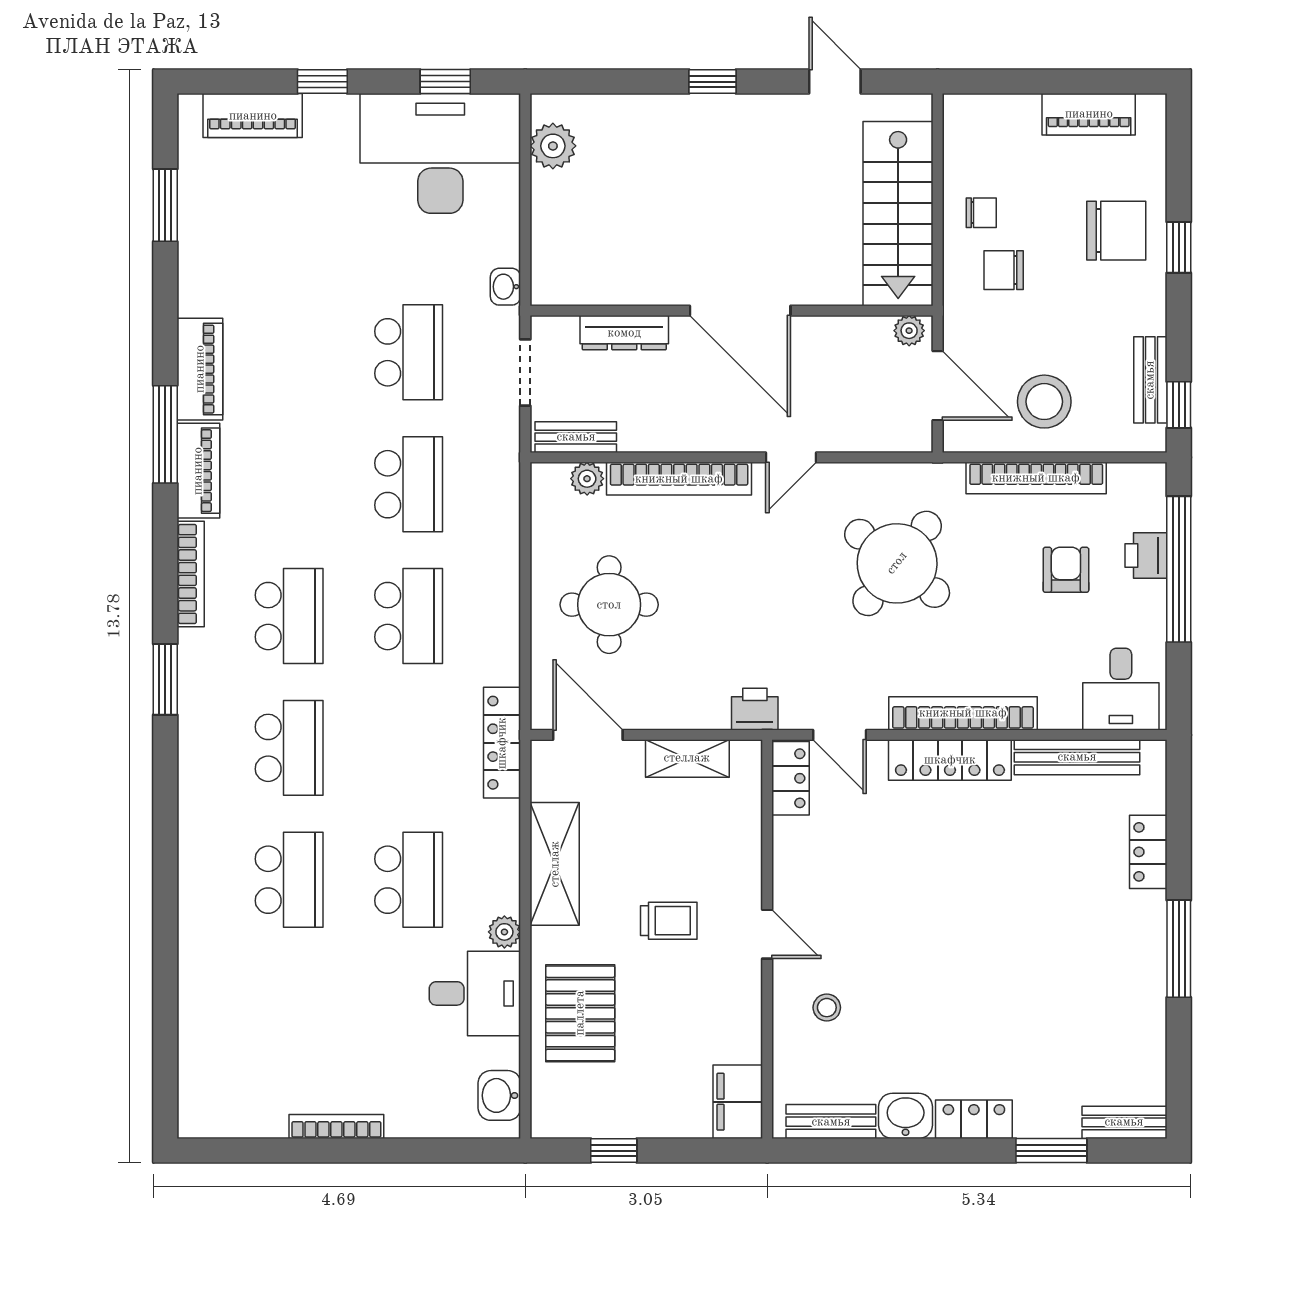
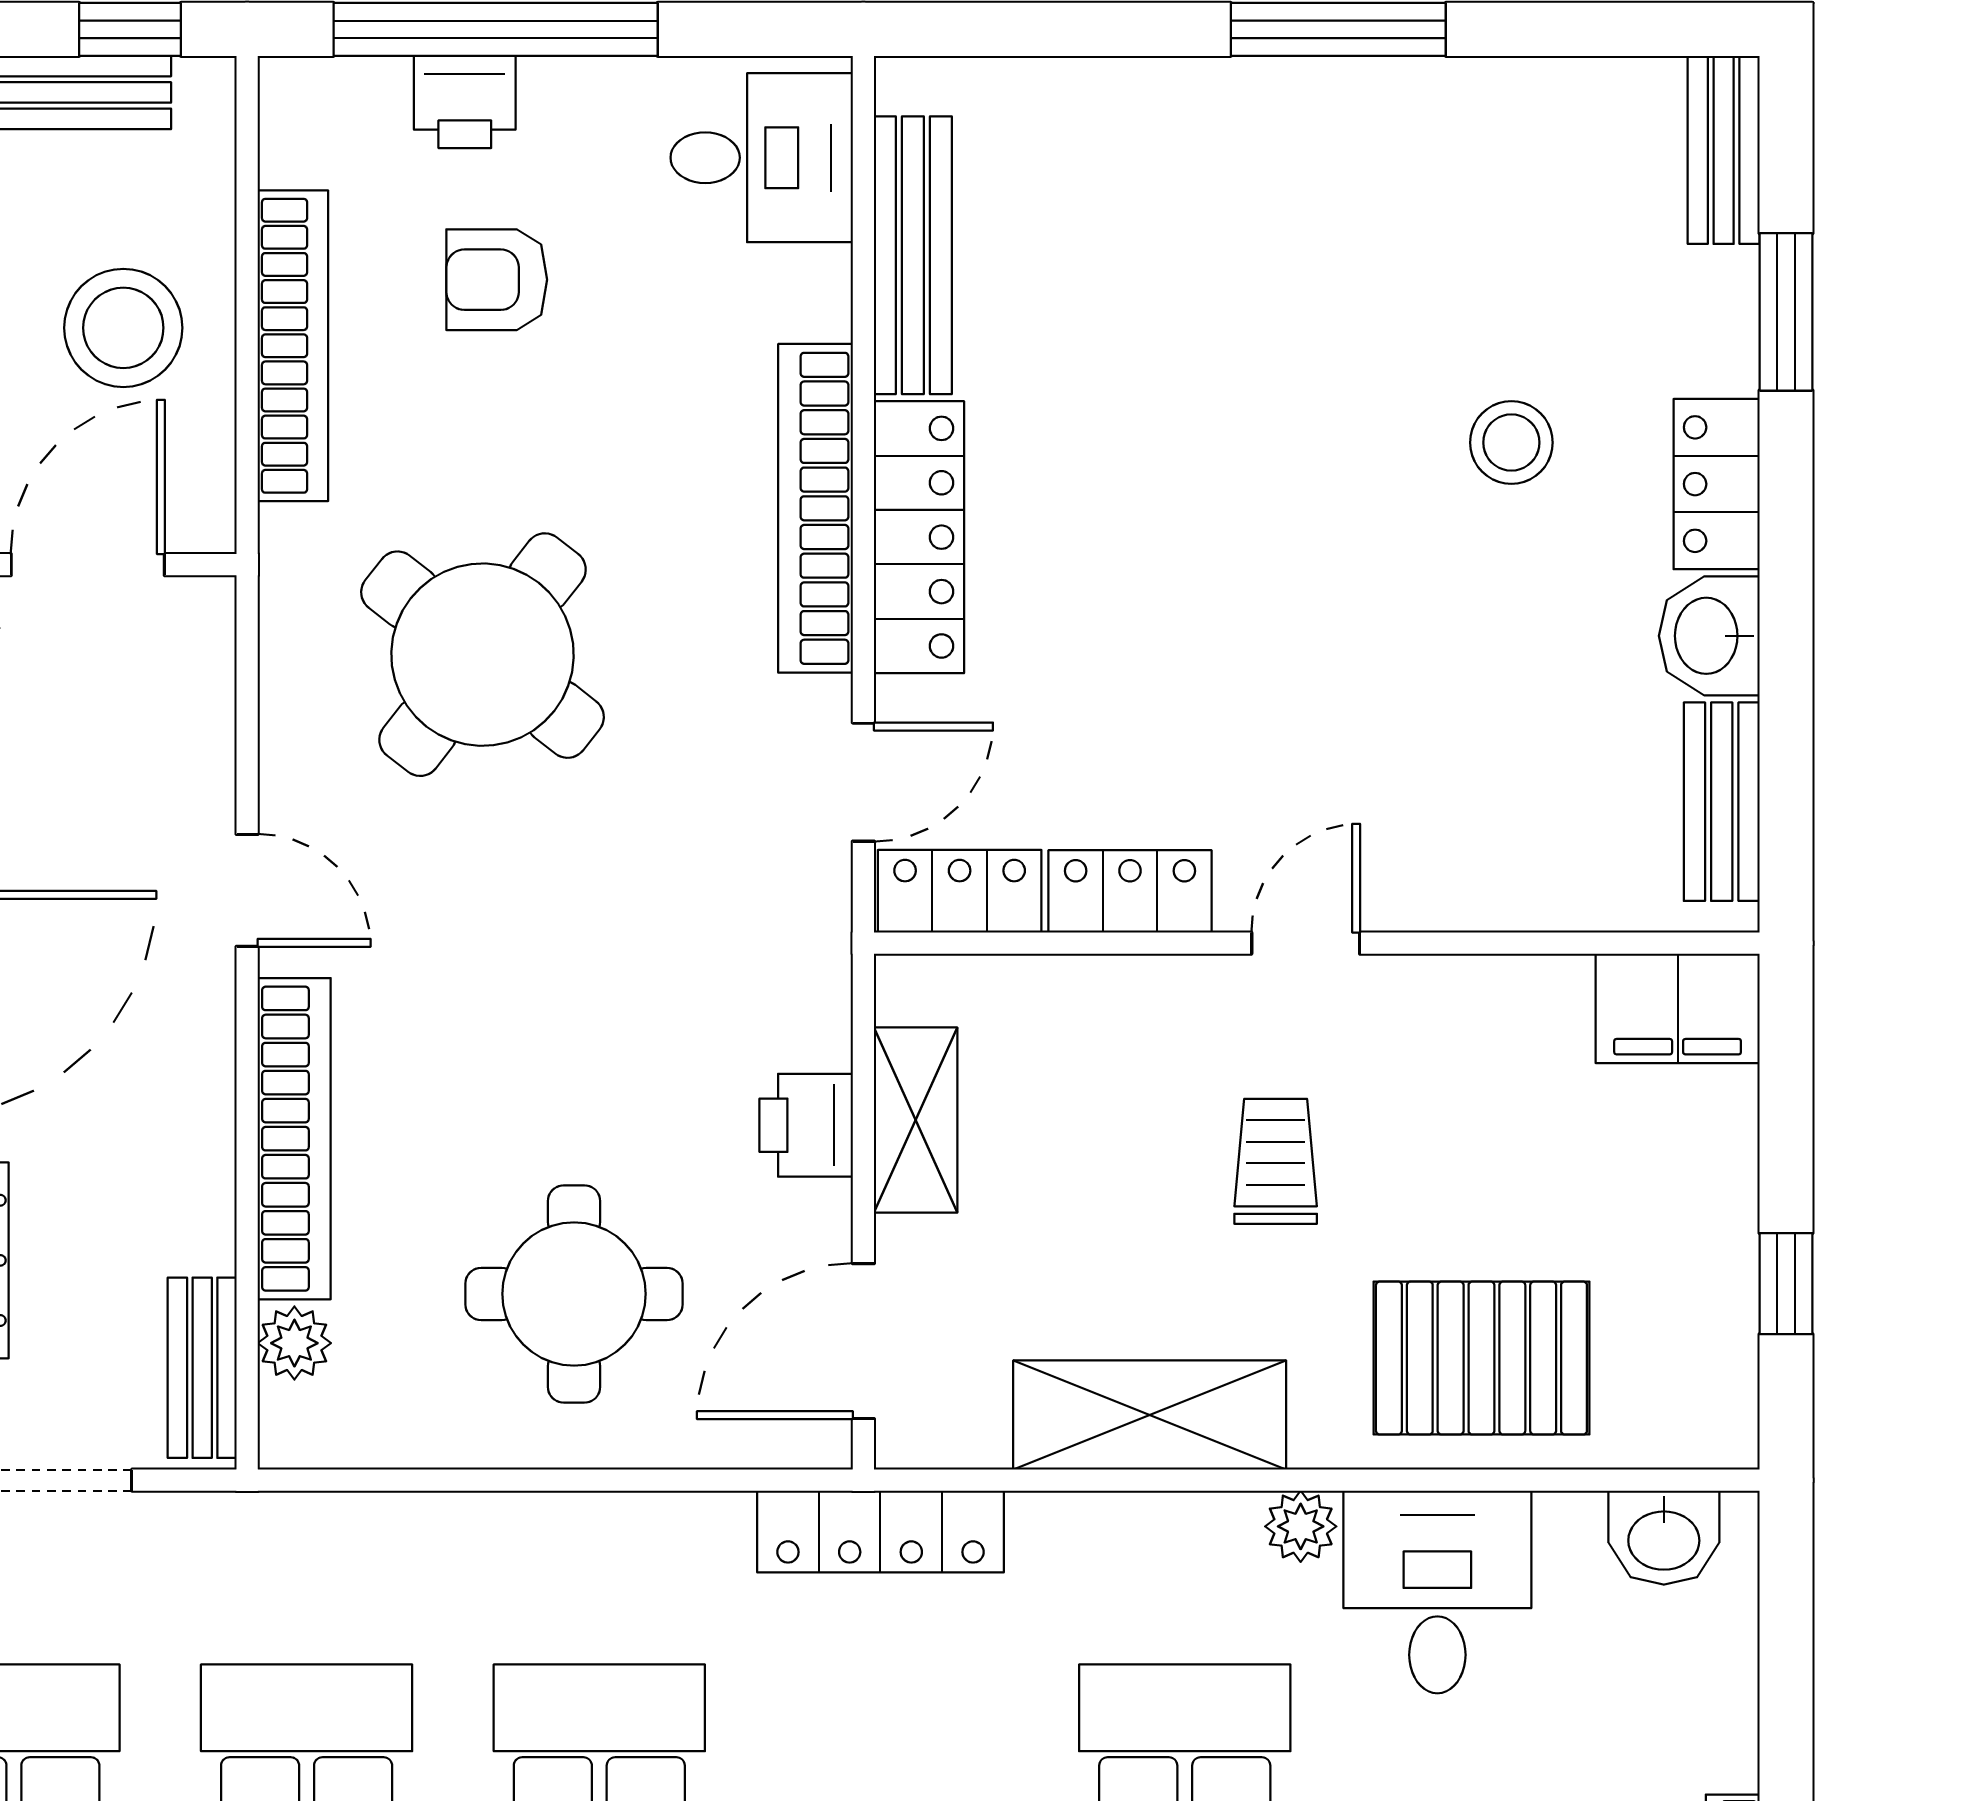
printer: (755, 709) -> (806, 1125), moved
locker: (1148, 852) -> (1130, 891), moved, turned 180
stool: (827, 1008) -> (1511, 443), moved, width x1.37, depth x1.37

